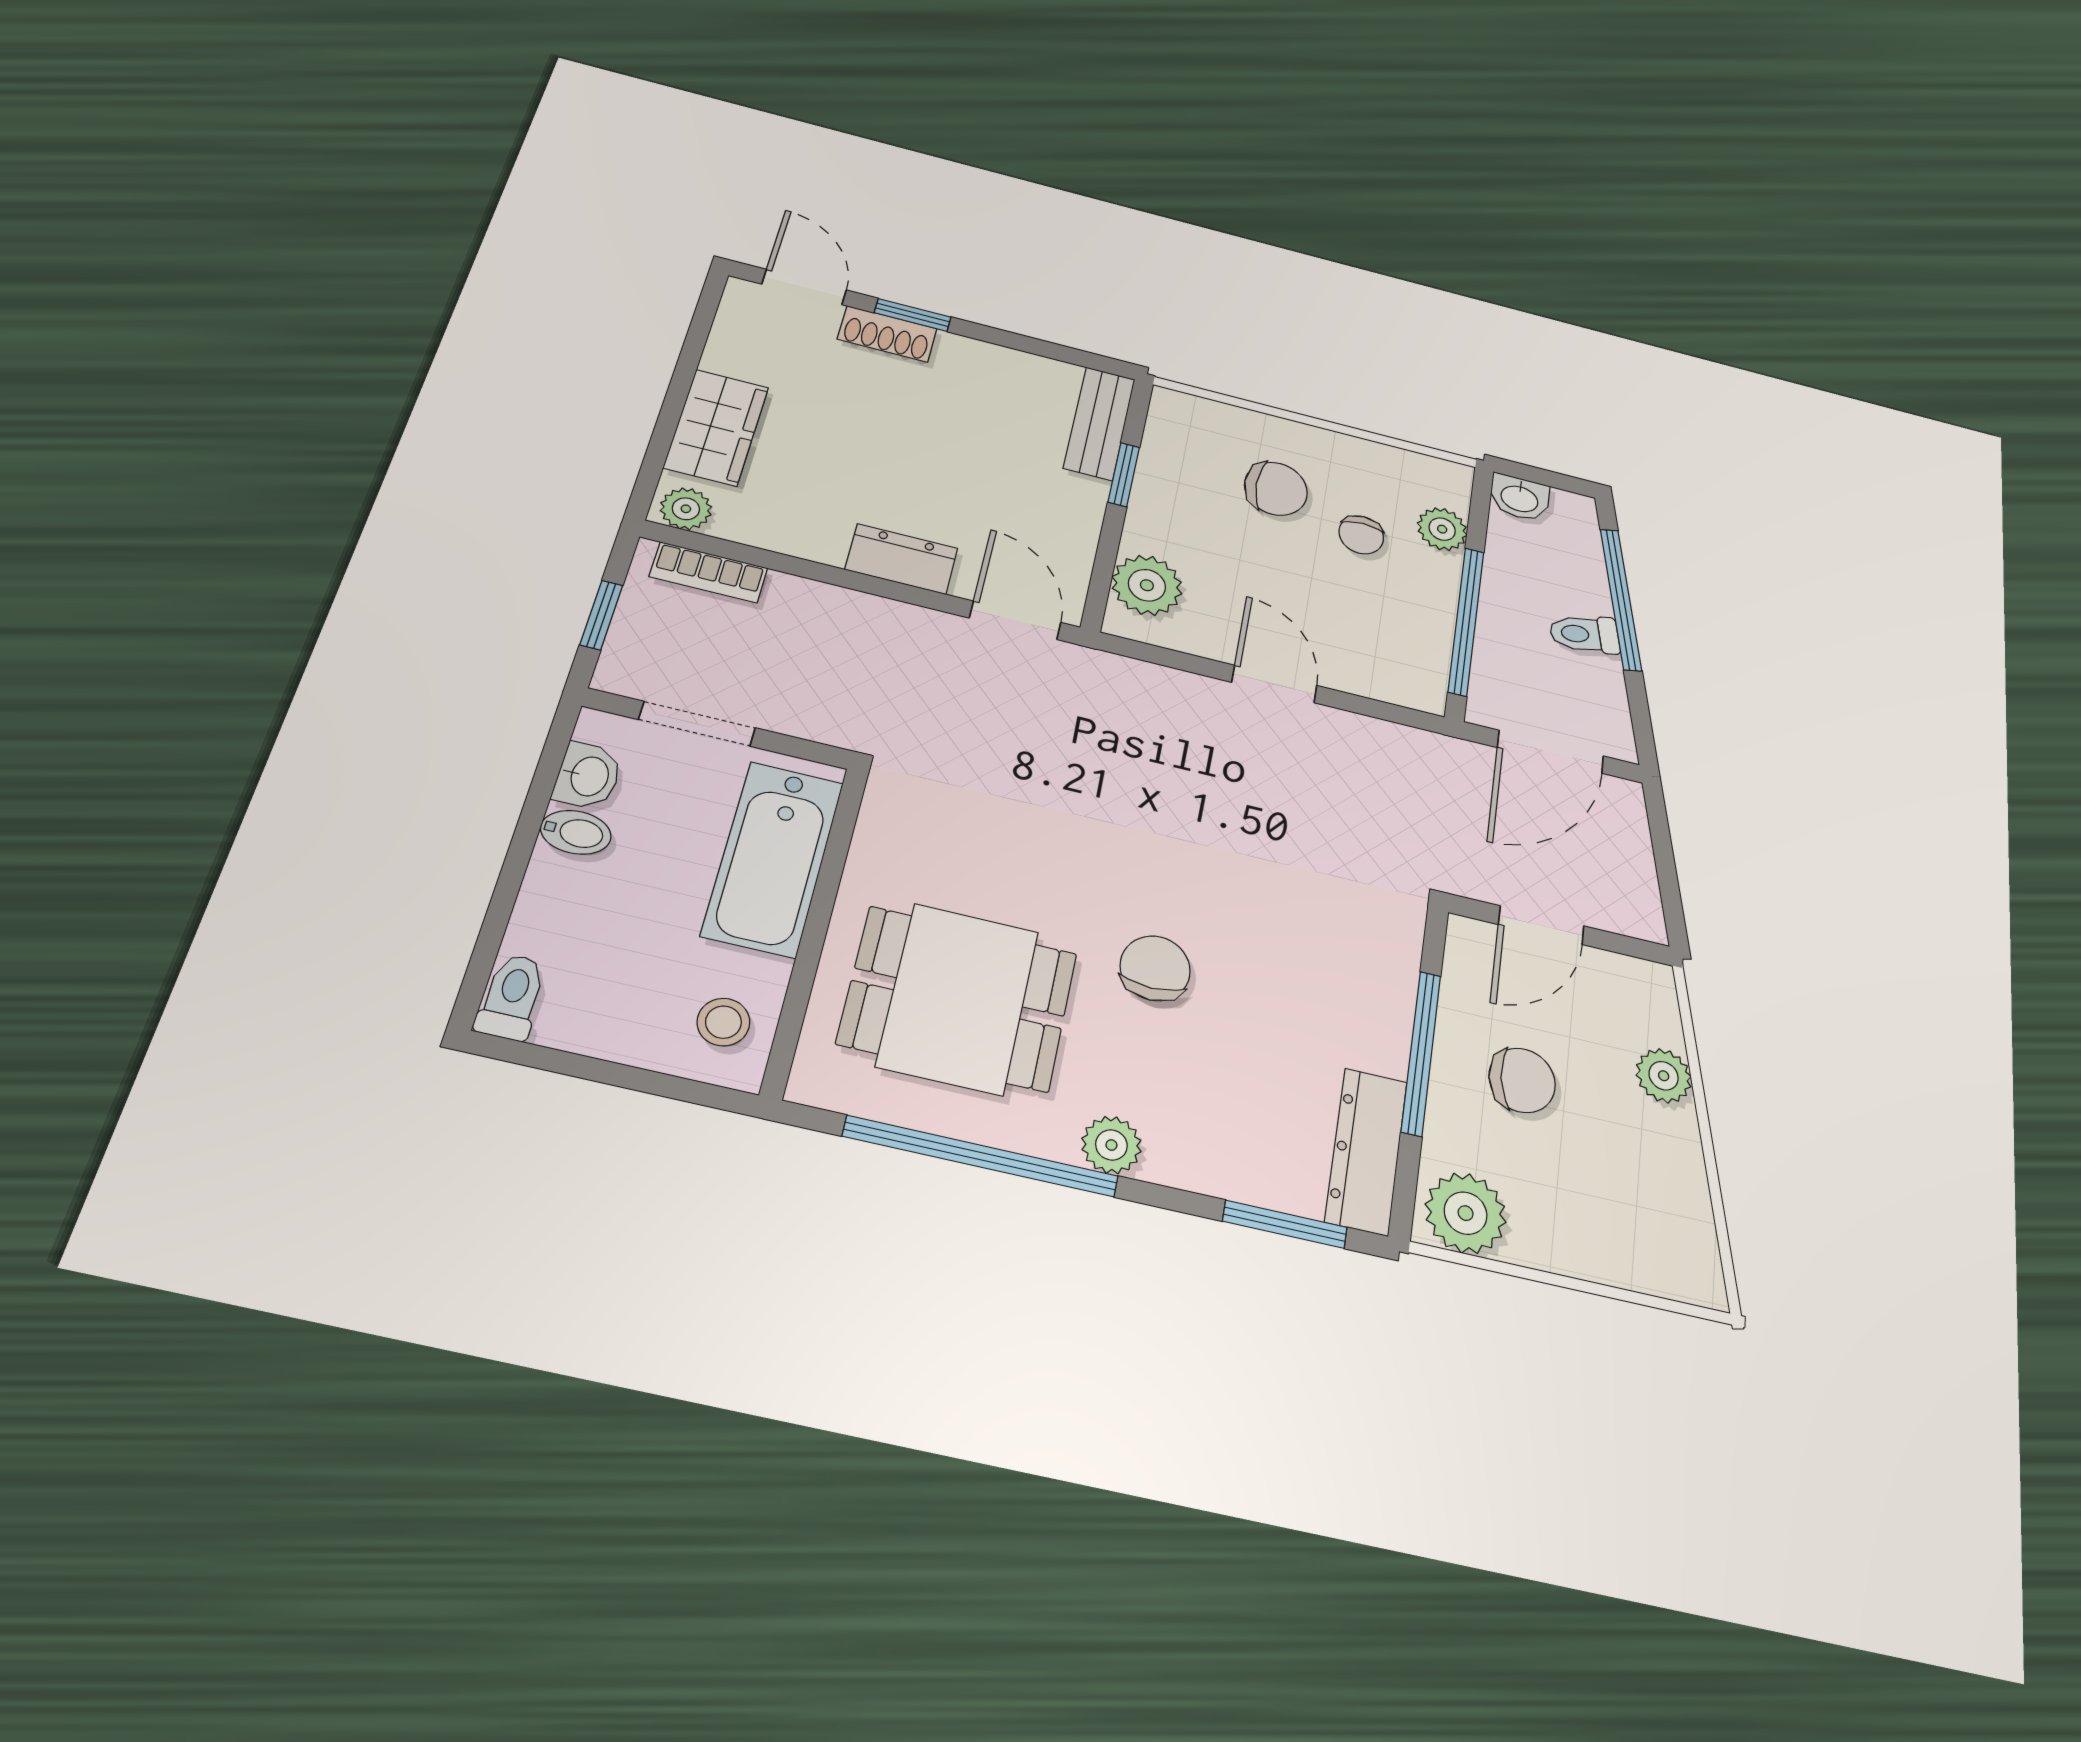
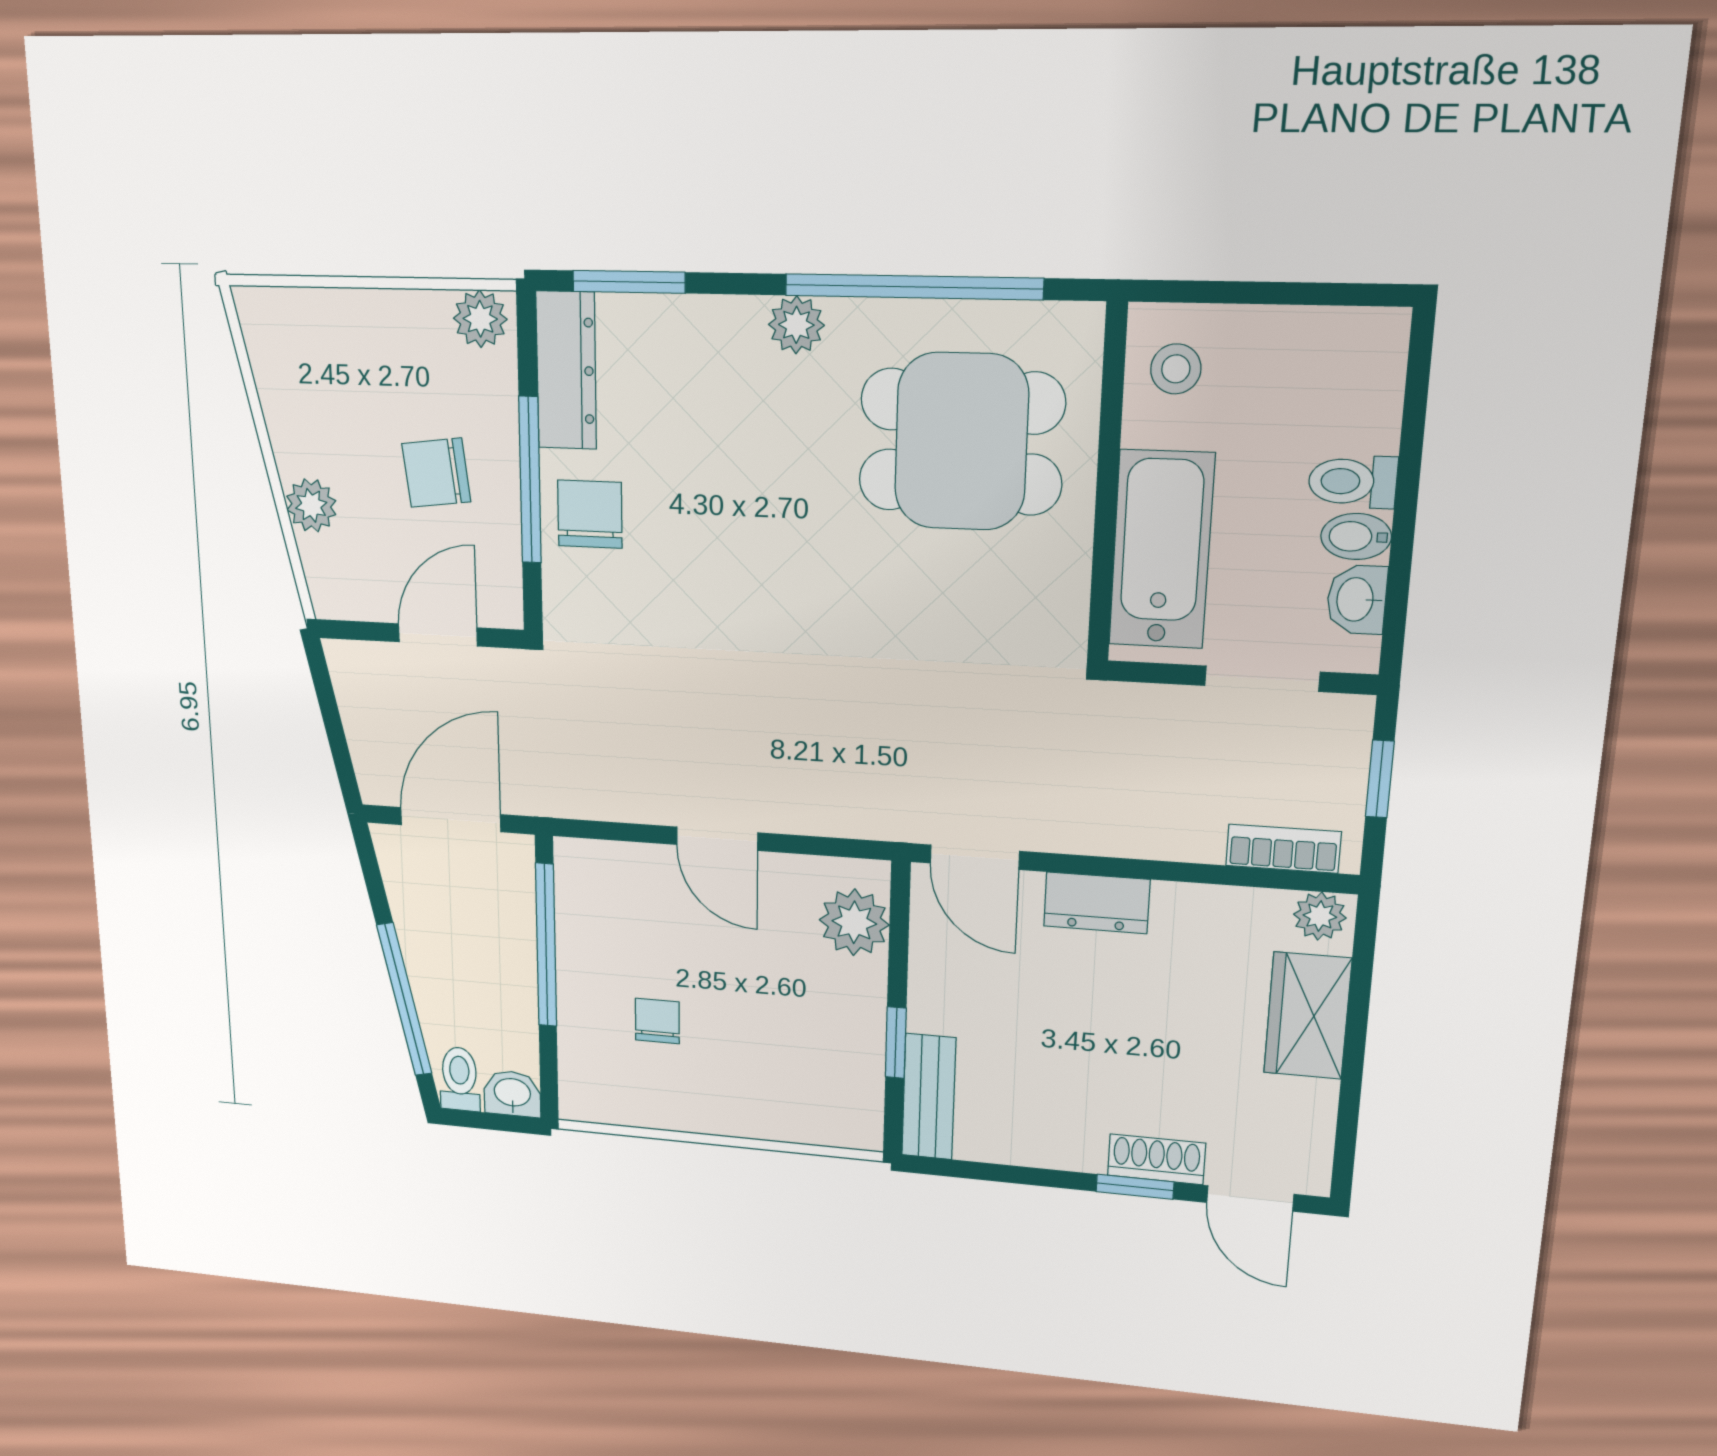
chair: (1276, 489) -> (746, 1056), removed
plant: (1442, 529) -> (581, 1043), removed
toilet: (1585, 634) -> (460, 1079), moved, turned -78
chair: (1155, 968) -> (590, 514), moved, turned 180
toilet: (512, 997) -> (1353, 482), moved, turned 90
plant: (1466, 1213) -> (480, 319), width x0.73, depth x0.73

